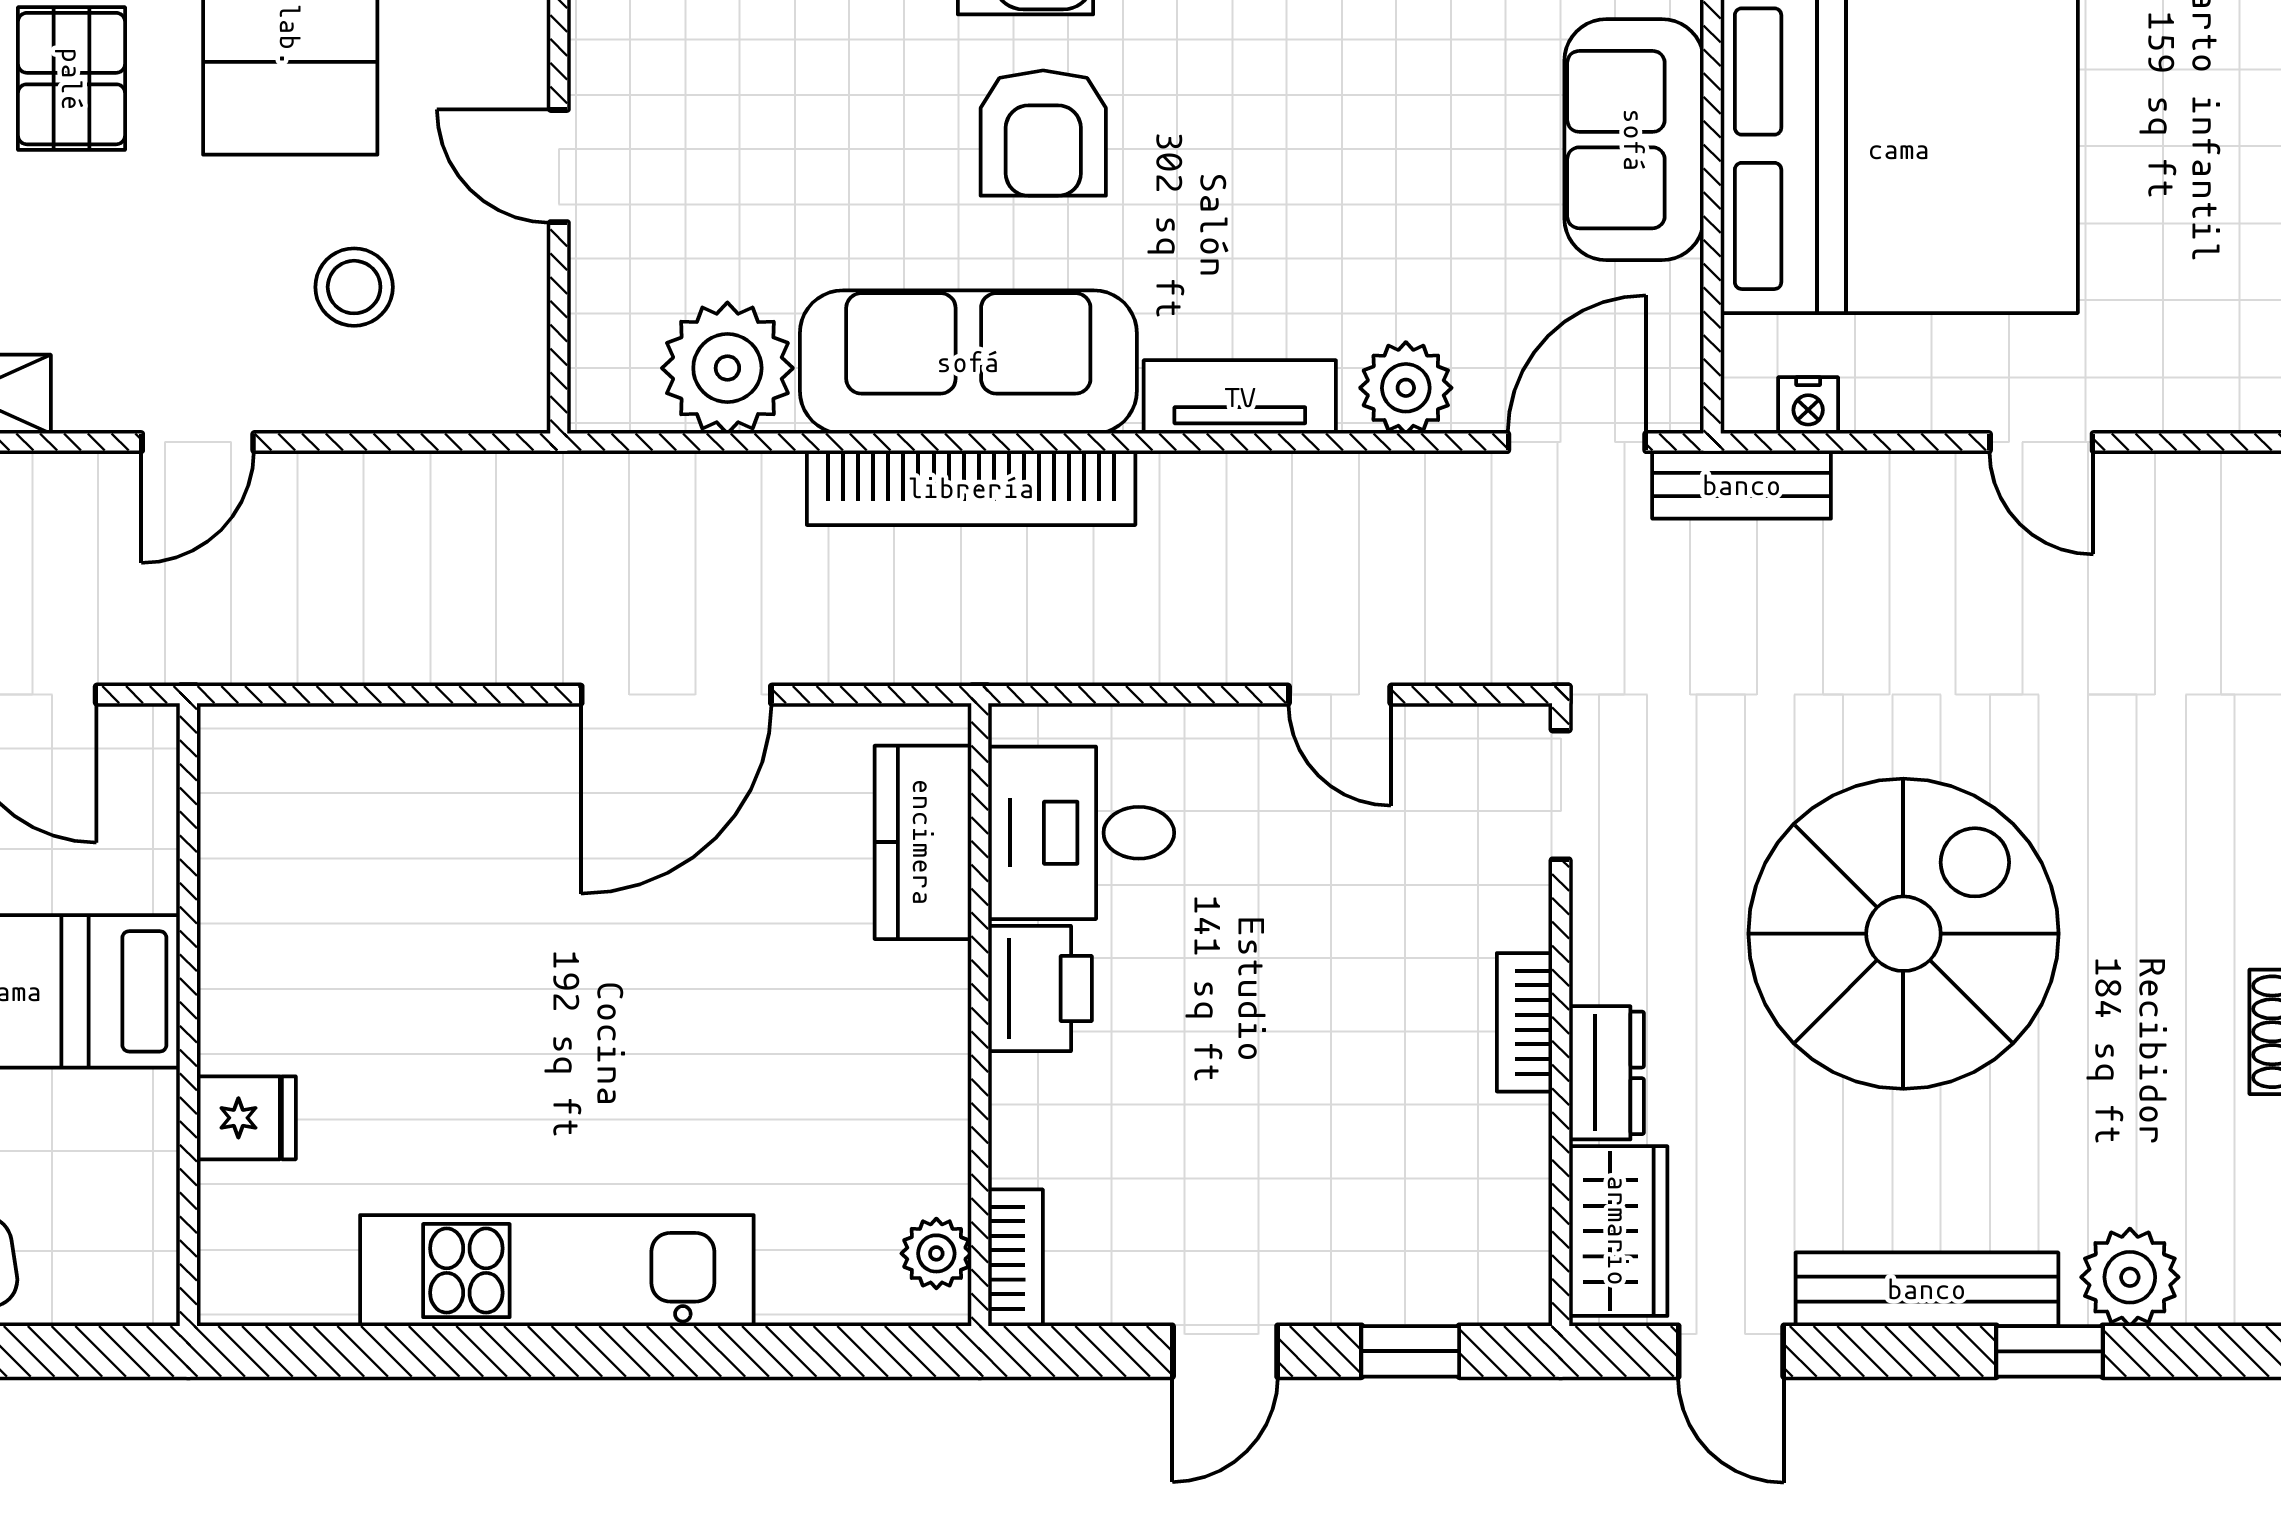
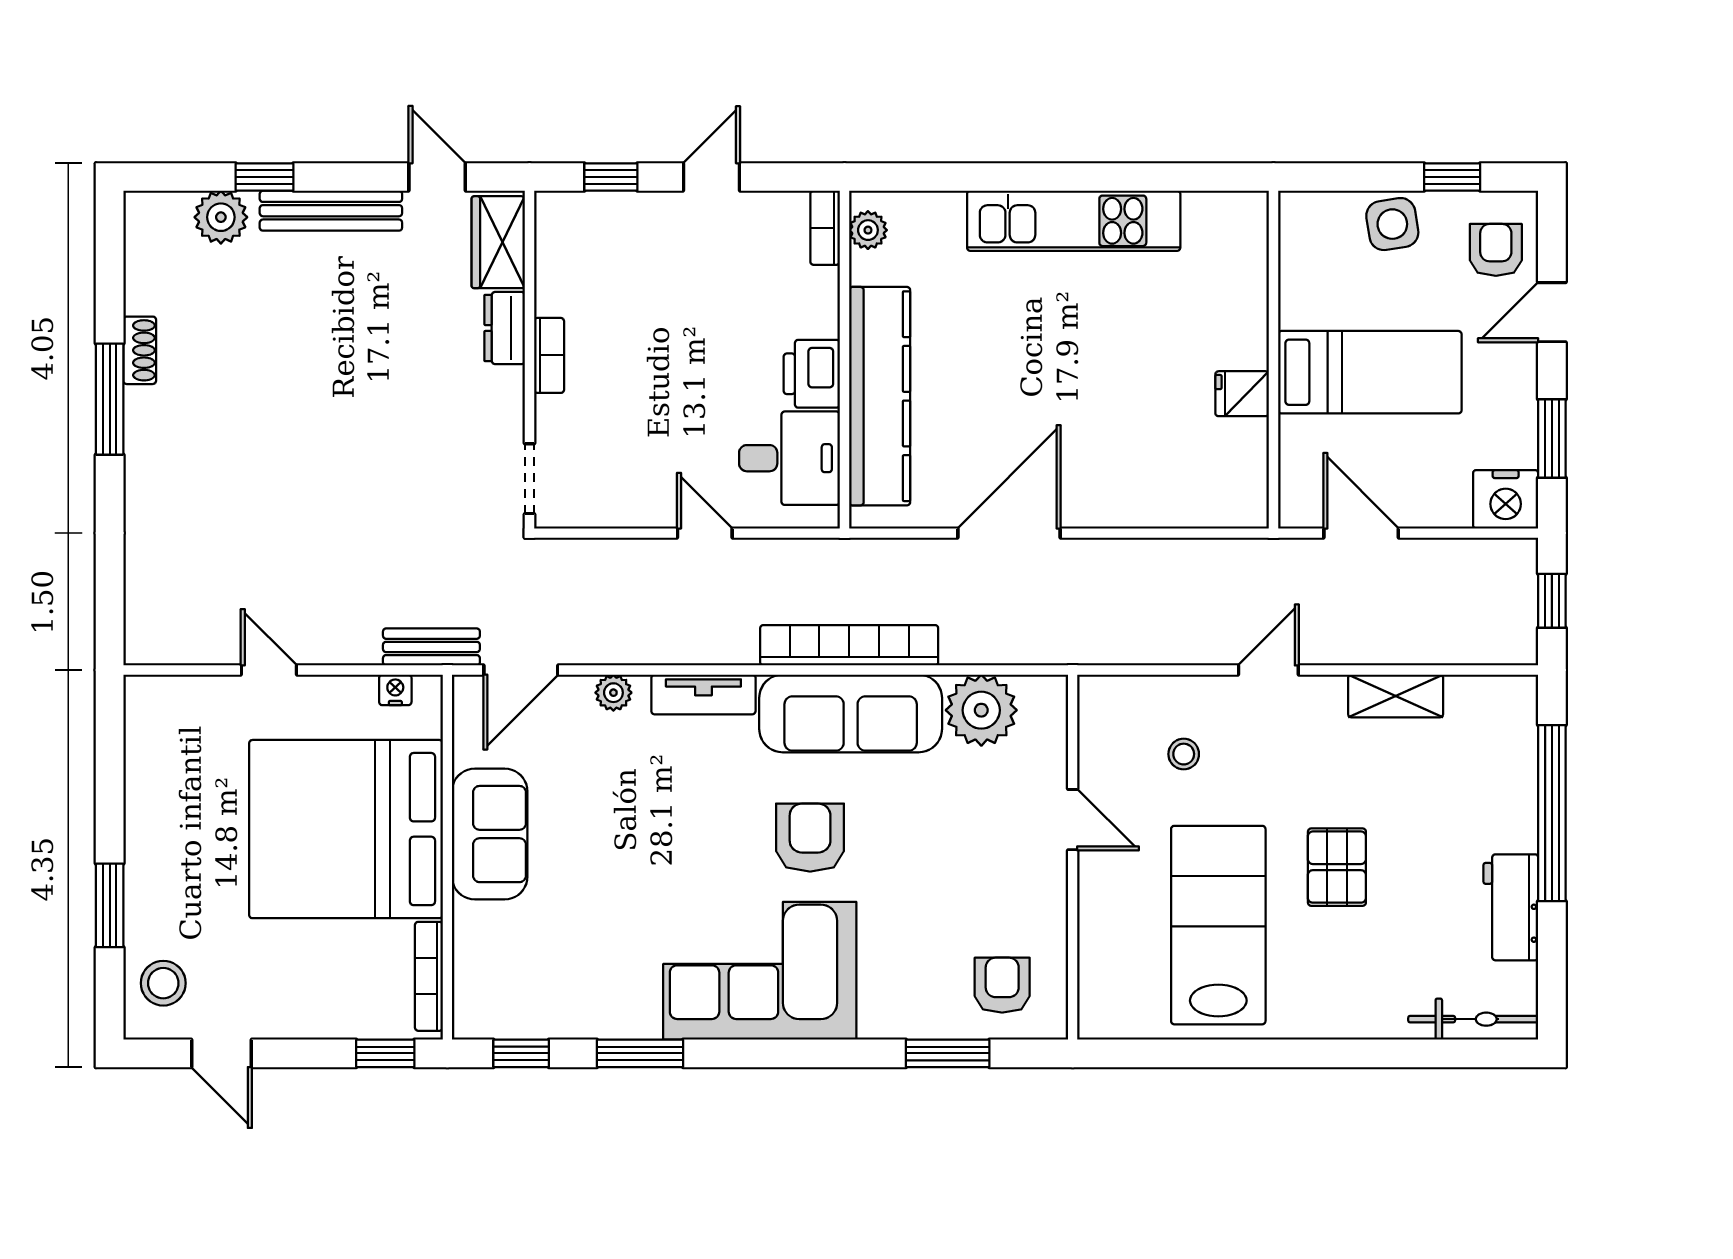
stool: (354, 287) -> (1184, 754), width x0.73, depth x0.73
plant: (1406, 388) -> (613, 693), width x0.73, depth x0.73
door: (1340, 695) -> (705, 533), moved
kitchen counter: (923, 842) -> (880, 396), width x2.08, depth x1.17
spiral stairs: (1903, 934) -> (344, 403), removed
fridge: (246, 1118) -> (1242, 394), moved

